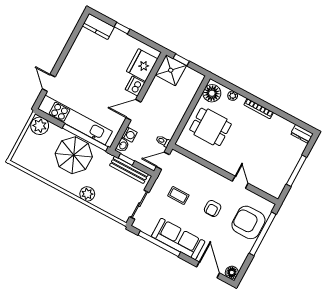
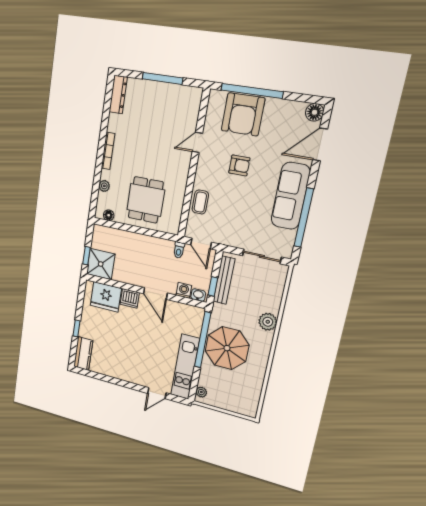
floor lamp: (212, 93) -> (109, 215), width x0.53, depth x0.53
kitchen unit: (75, 120) -> (185, 367), width x0.73
plant: (40, 126) -> (201, 392), width x0.53, depth x0.53
dresser: (302, 134) -> (118, 95), width x1.44
coffee table: (178, 195) -> (200, 202), moved

